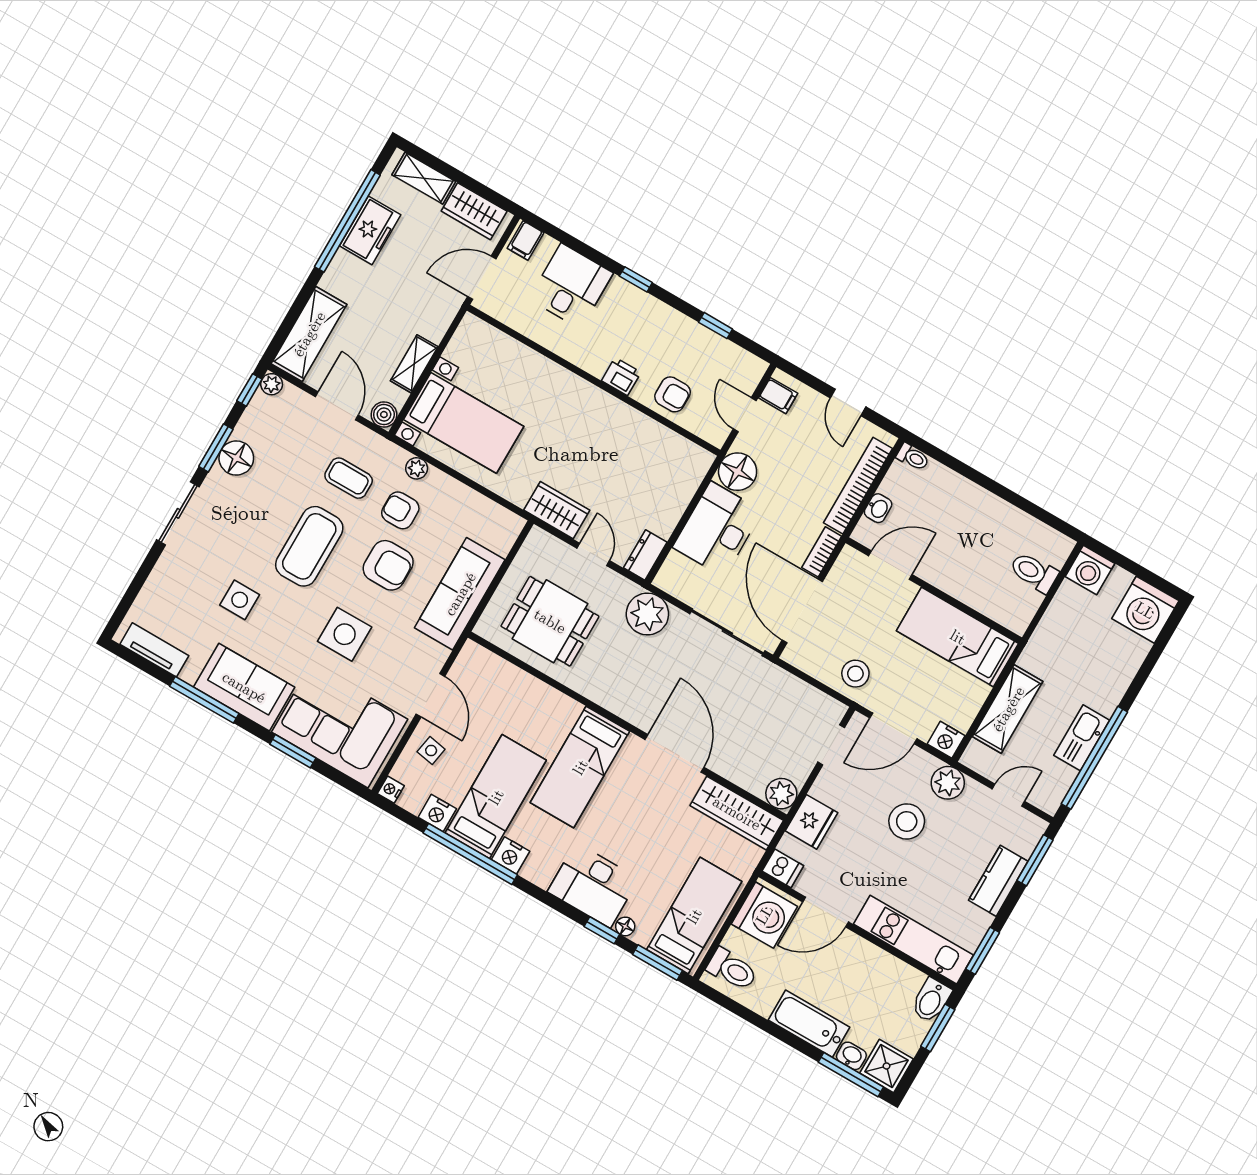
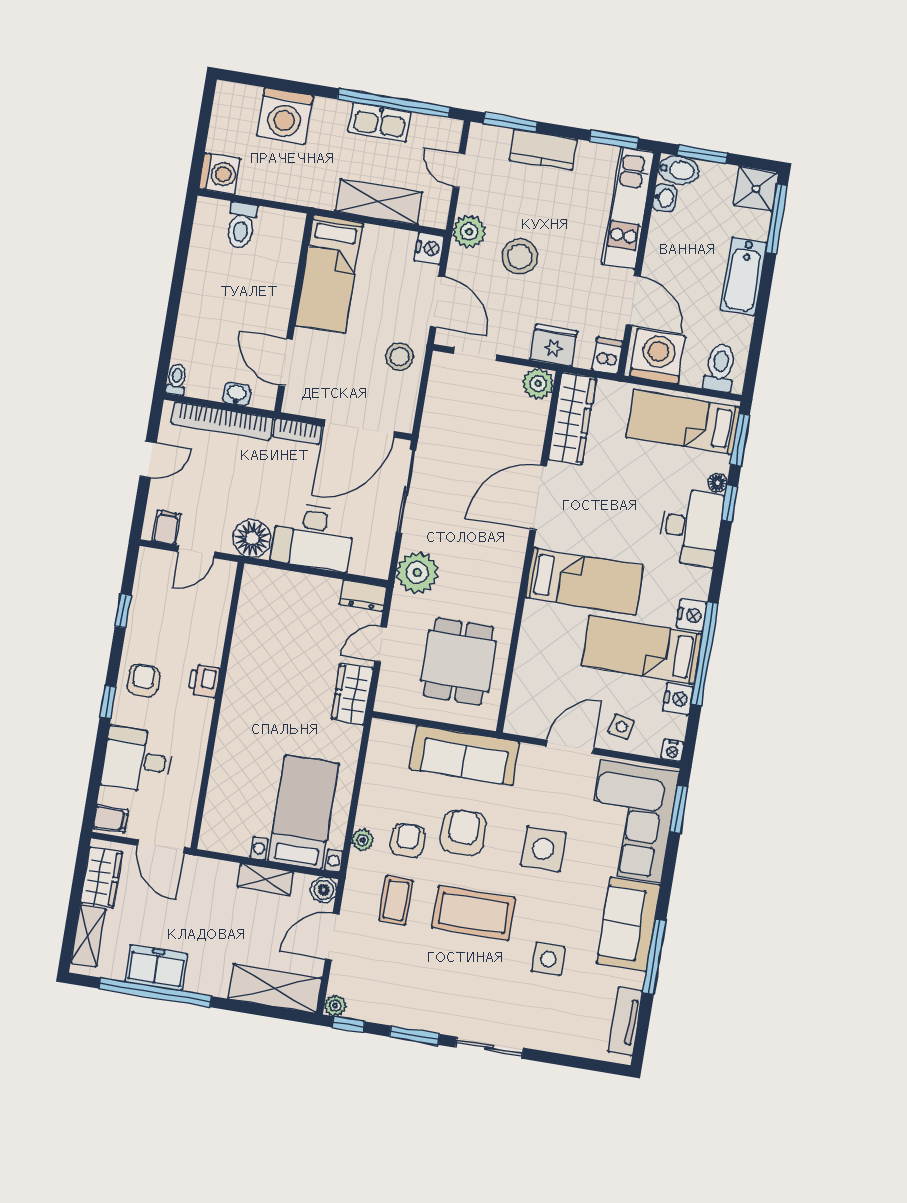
armchair: (673, 394) -> (143, 681), moved
floor lamp: (236, 458) -> (417, 1013), removed
armchair: (400, 510) -> (408, 840), turned 180
washing machine: (1145, 610) -> (285, 116), moved, turned 90
window: (293, 751) -> (679, 809), moved
washbasin: (851, 1056) -> (665, 198), moved, turned 180

